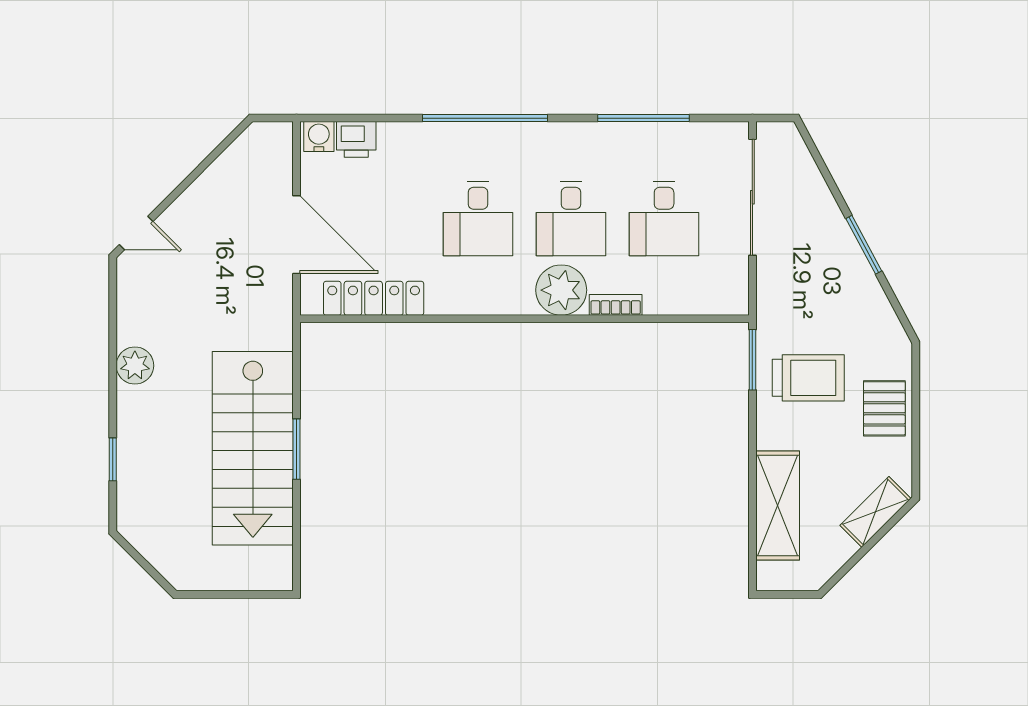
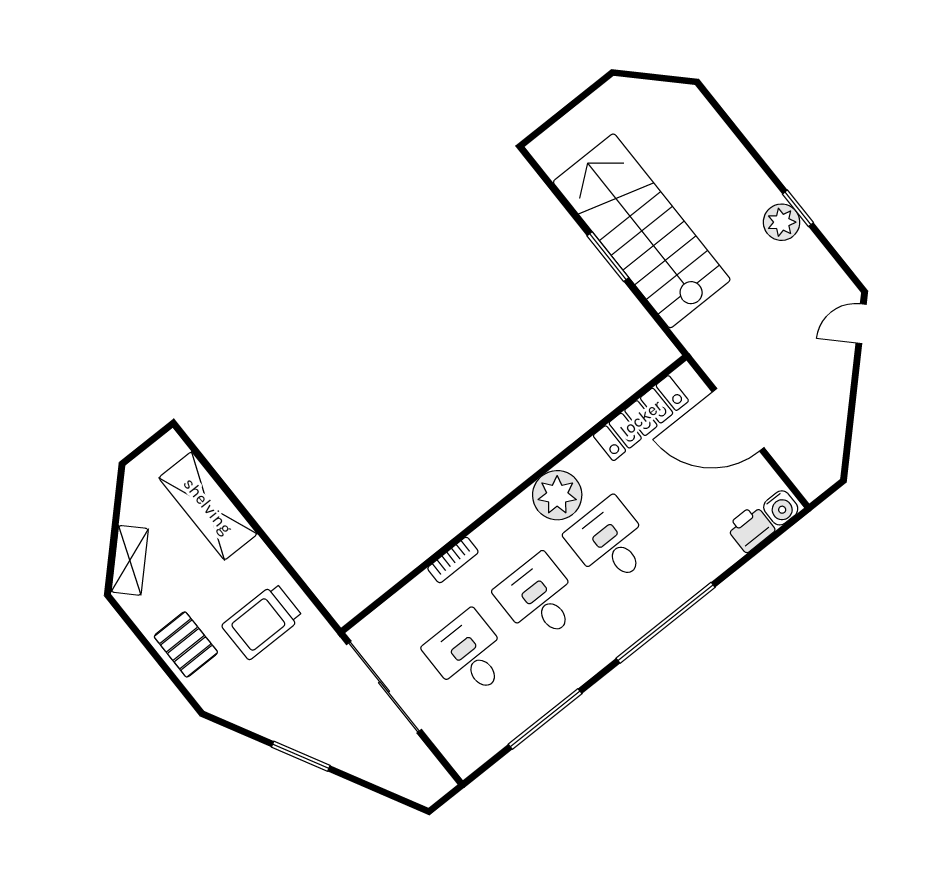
sliding door: (752, 197) -> (384, 687), moved
plant: (561, 290) -> (557, 495), moved
window: (752, 360) -> (316, 601), removed
window: (113, 459) -> (798, 208), moved

